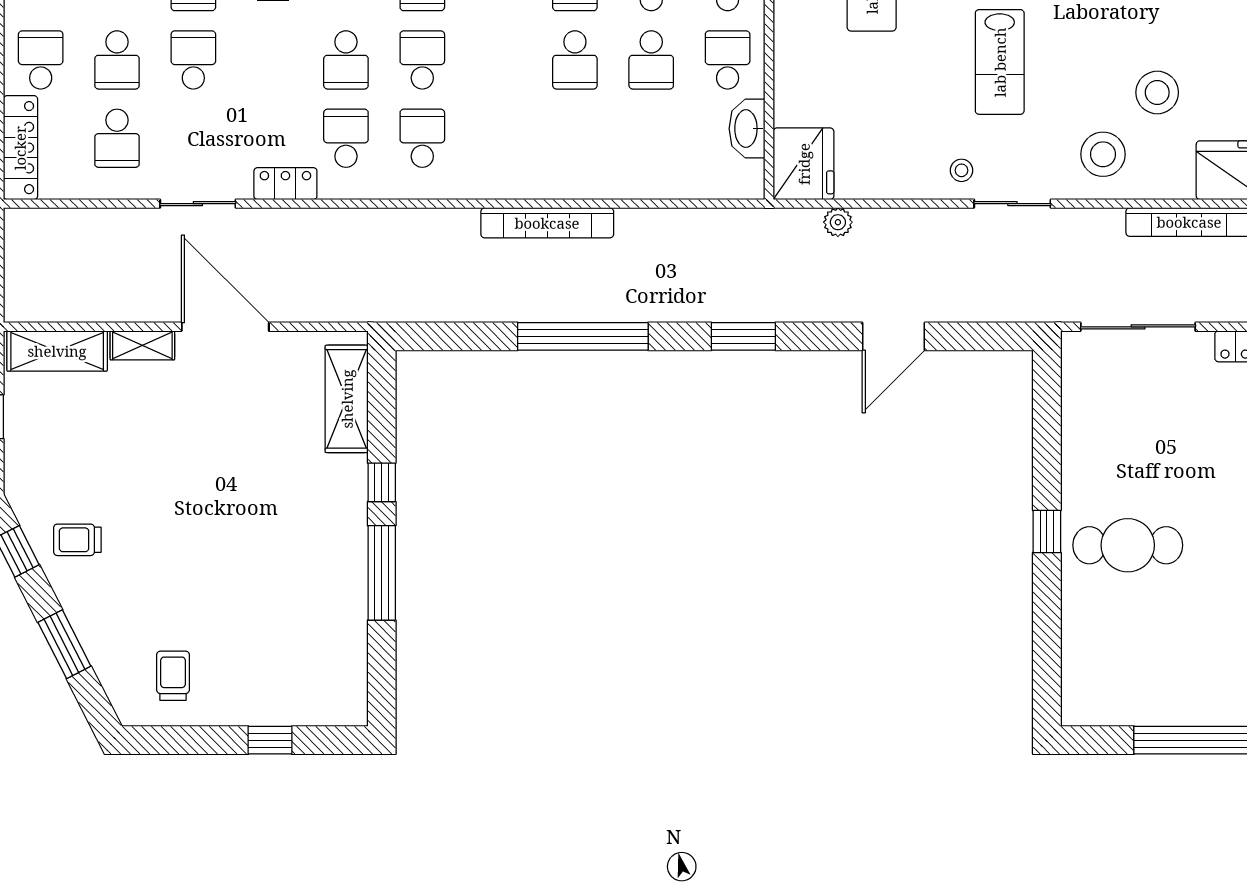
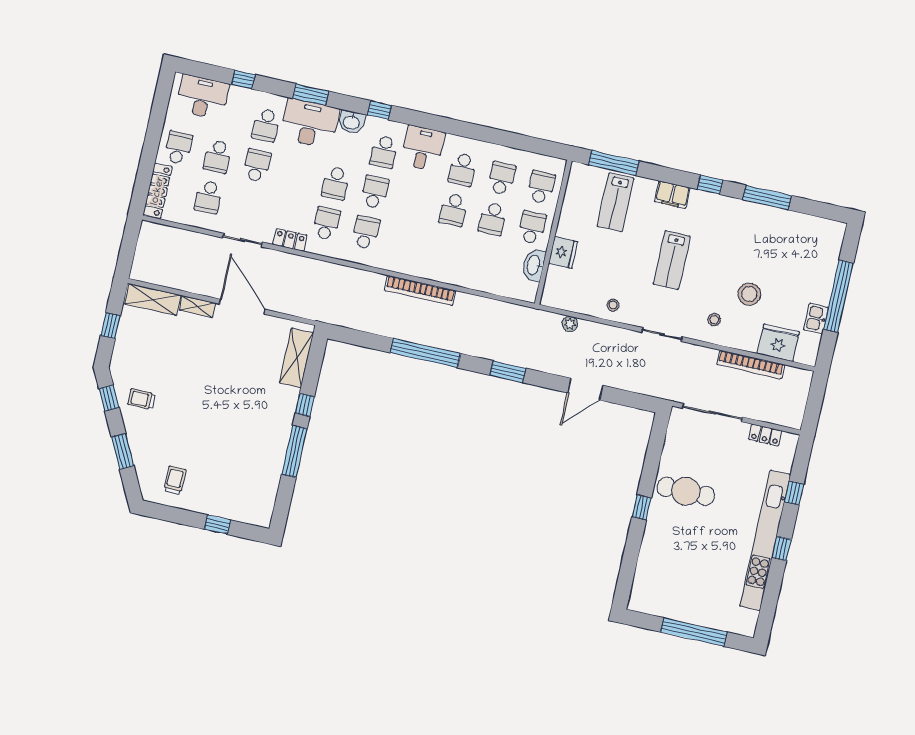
stool: (1103, 154) -> (714, 320), width x0.53, depth x0.53
fridge: (804, 164) -> (563, 252), moved, width x0.73, depth x0.75
stool: (961, 170) -> (613, 305), moved
cafe table: (1128, 545) -> (686, 491), moved

